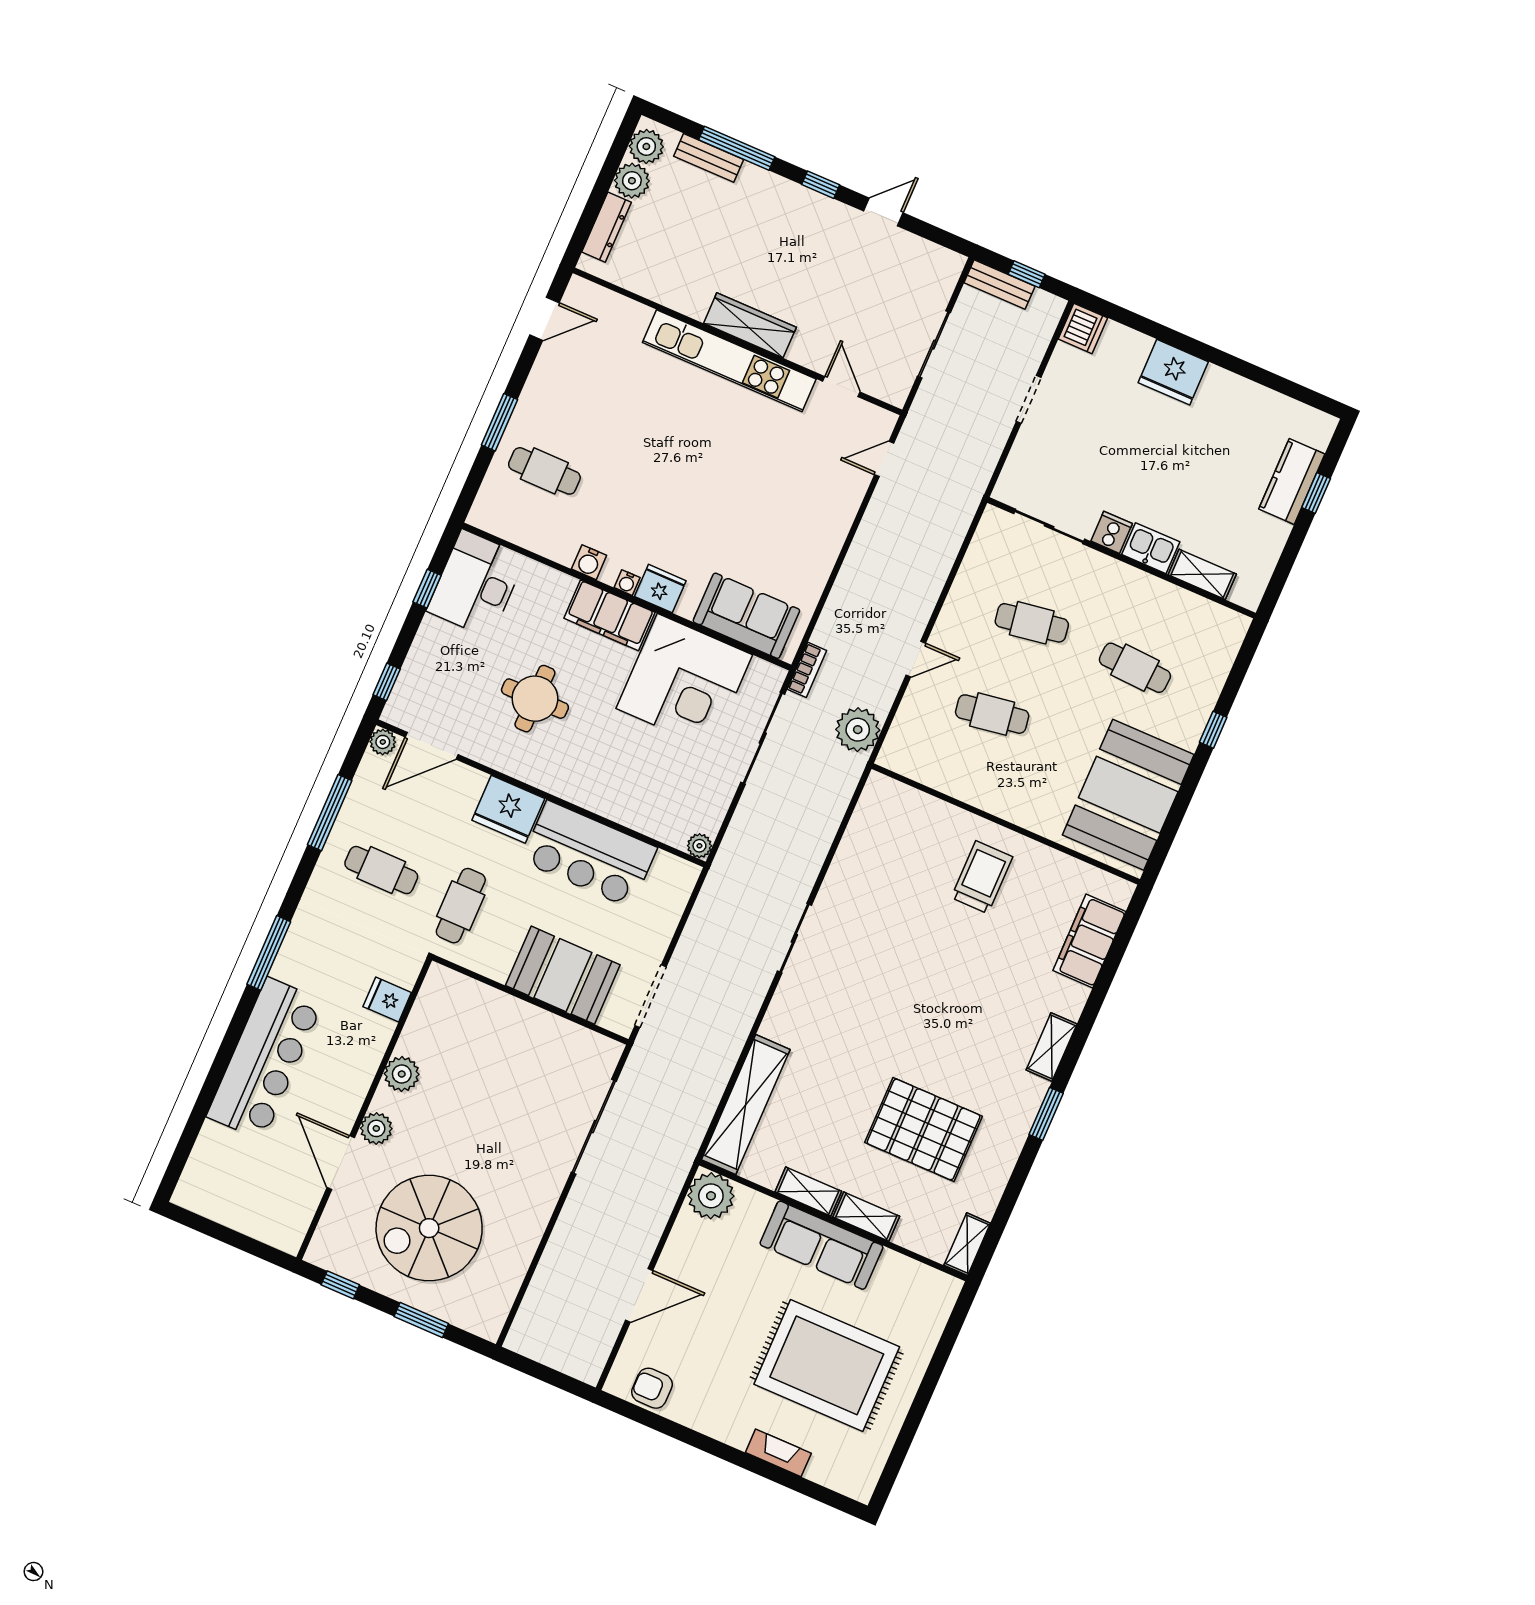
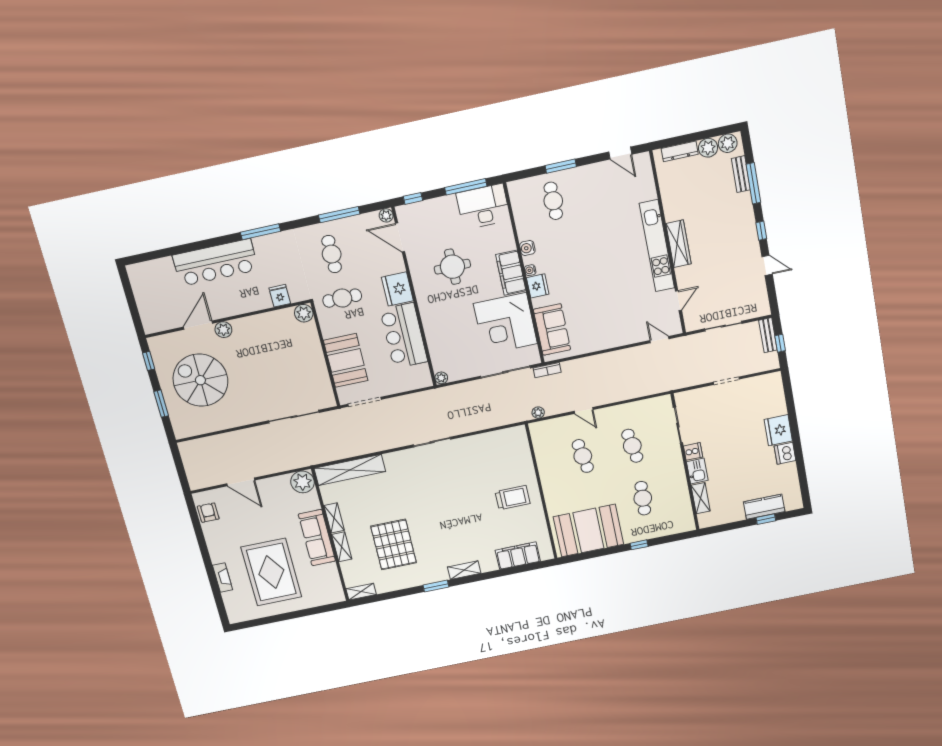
dishwasher: (1083, 328) -> (785, 453), moved, turned 90
window: (427, 589) -> (466, 187), width x2.17
plant: (858, 730) -> (538, 413), width x0.53, depth x0.53
plant: (402, 1074) -> (304, 313), moved

